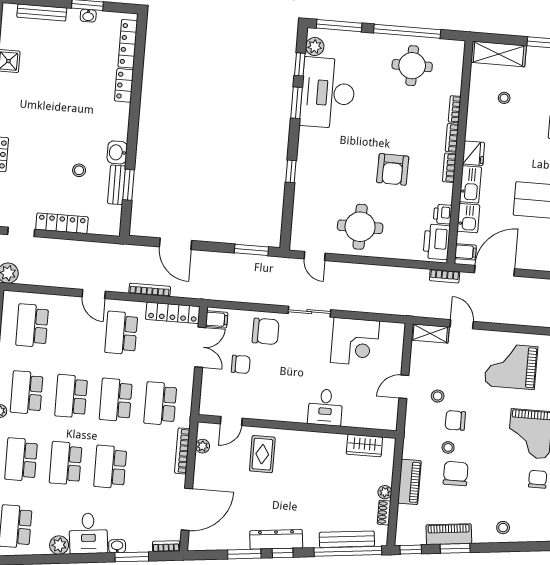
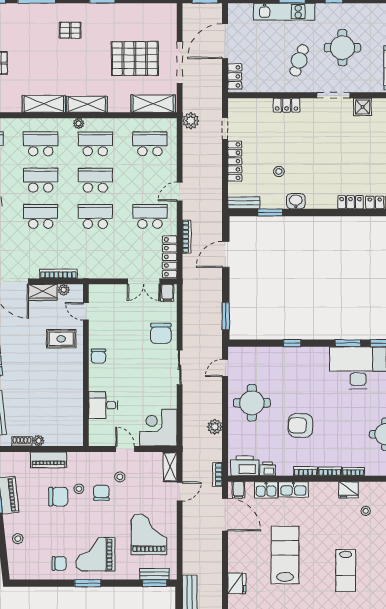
fridge: (474, 153) -> (349, 490), moved
bench: (117, 185) -> (244, 203), moved
plant: (386, 275) -> (215, 427), added
corner desk: (355, 342) -> (158, 428), moved, turned 90
chair: (241, 364) -> (98, 356), moved
school desk: (160, 404) -> (95, 253), removed
desk: (325, 407) -> (103, 405), moved
wardrobe: (364, 446) -> (43, 292), moved, turned -90

